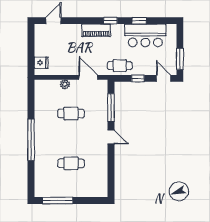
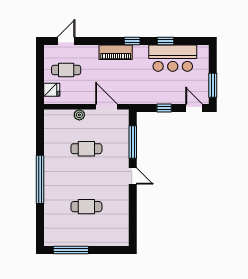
cafe table: (120, 66) -> (66, 70), moved

